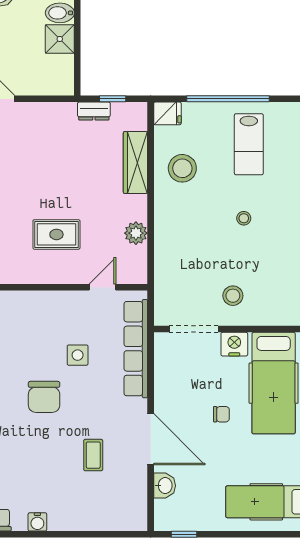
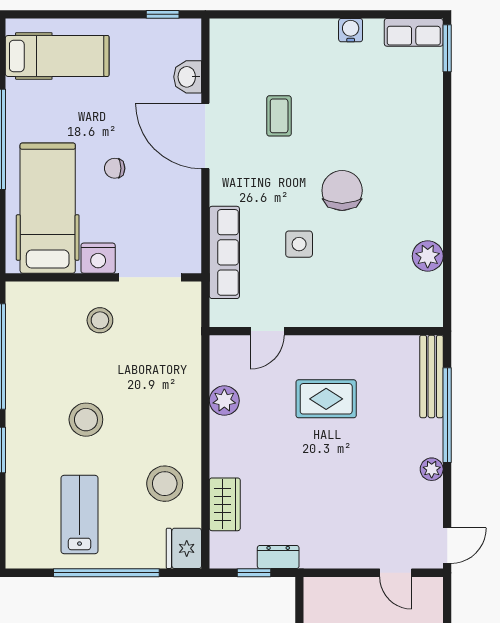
fridge: (167, 113) -> (184, 548), width x1.38
wardrobe: (135, 162) -> (225, 504), width x0.67
stool: (244, 218) -> (86, 420), width x1.89, depth x1.89
row of seats: (136, 349) -> (224, 252), width x0.73

